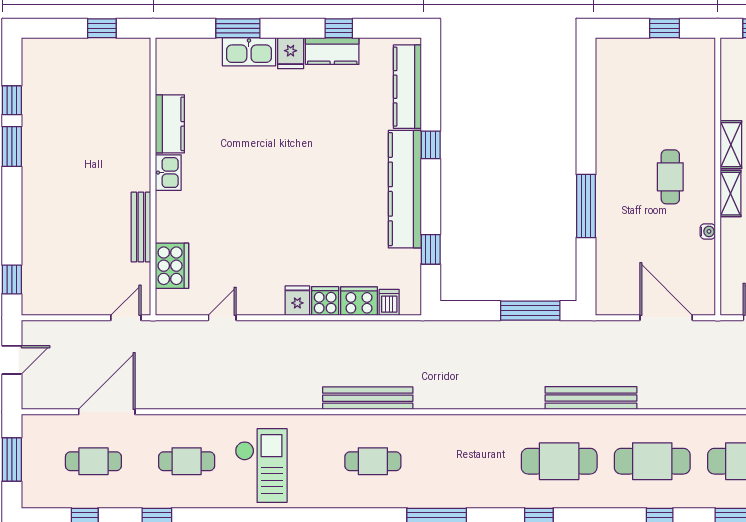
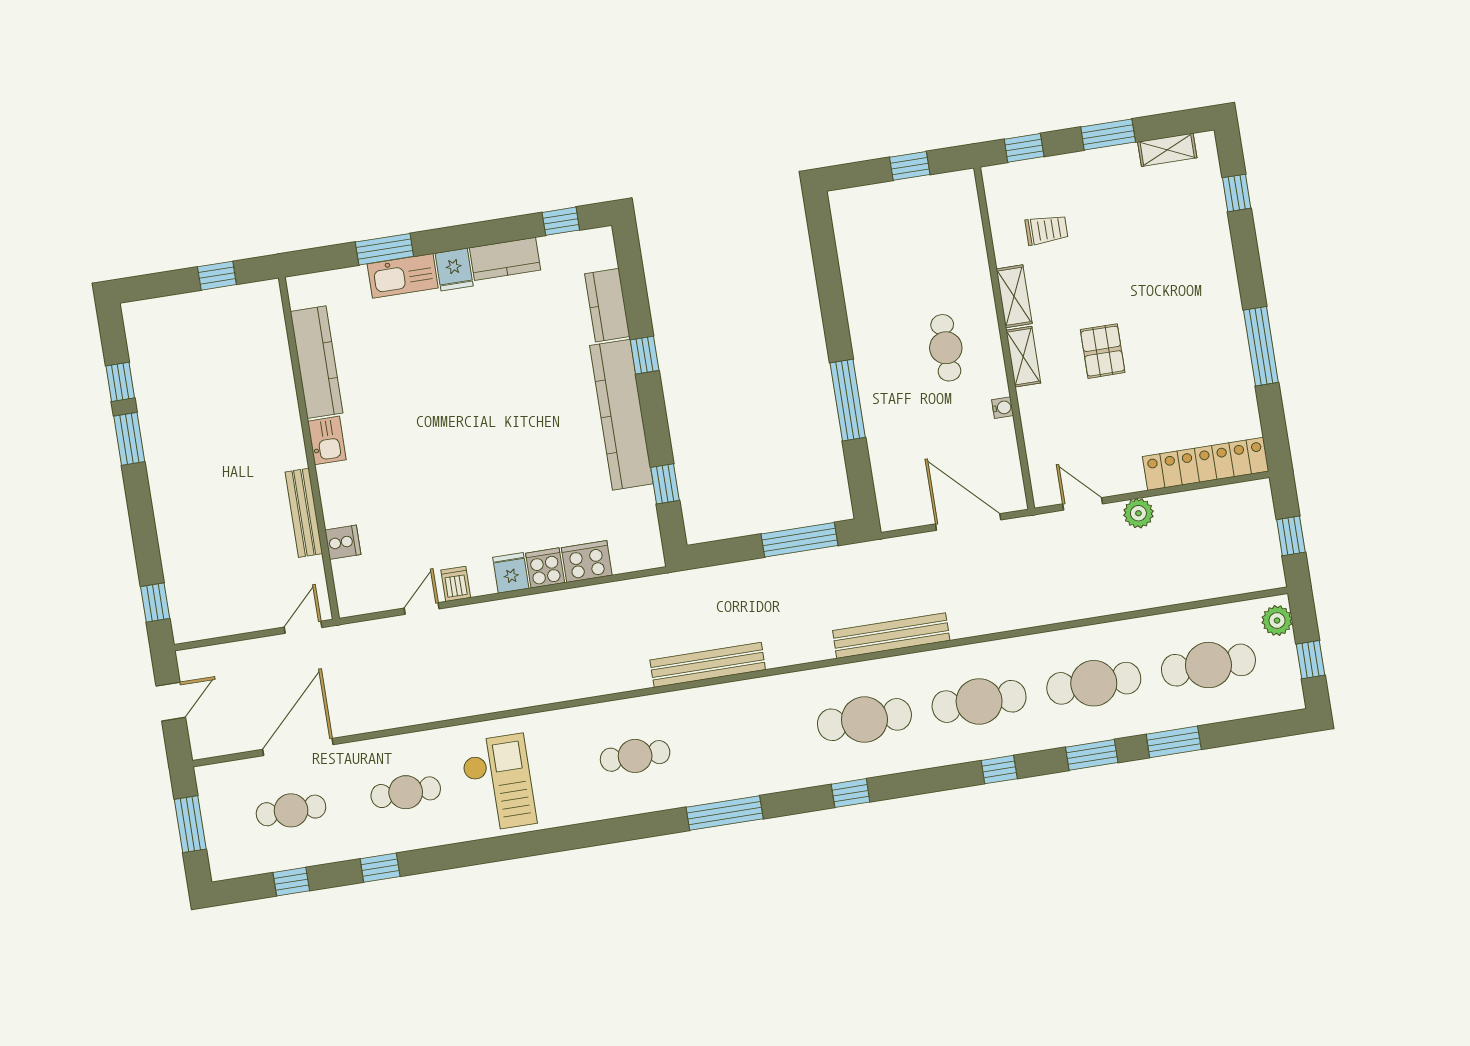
window: (339, 28) -> (561, 221), moved
kitchen counter: (407, 87) -> (607, 305), width x0.67
kitchen counter: (170, 124) -> (317, 362), width x1.50
cooker: (172, 266) -> (343, 542), width x0.53, depth x0.76
dishwasher: (389, 302) -> (456, 584), moved
bench: (368, 398) -> (708, 665), moved

